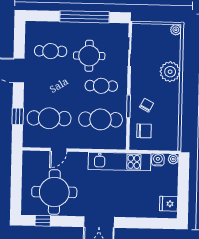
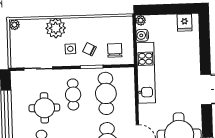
side table: (148, 86) -> (70, 49), added

